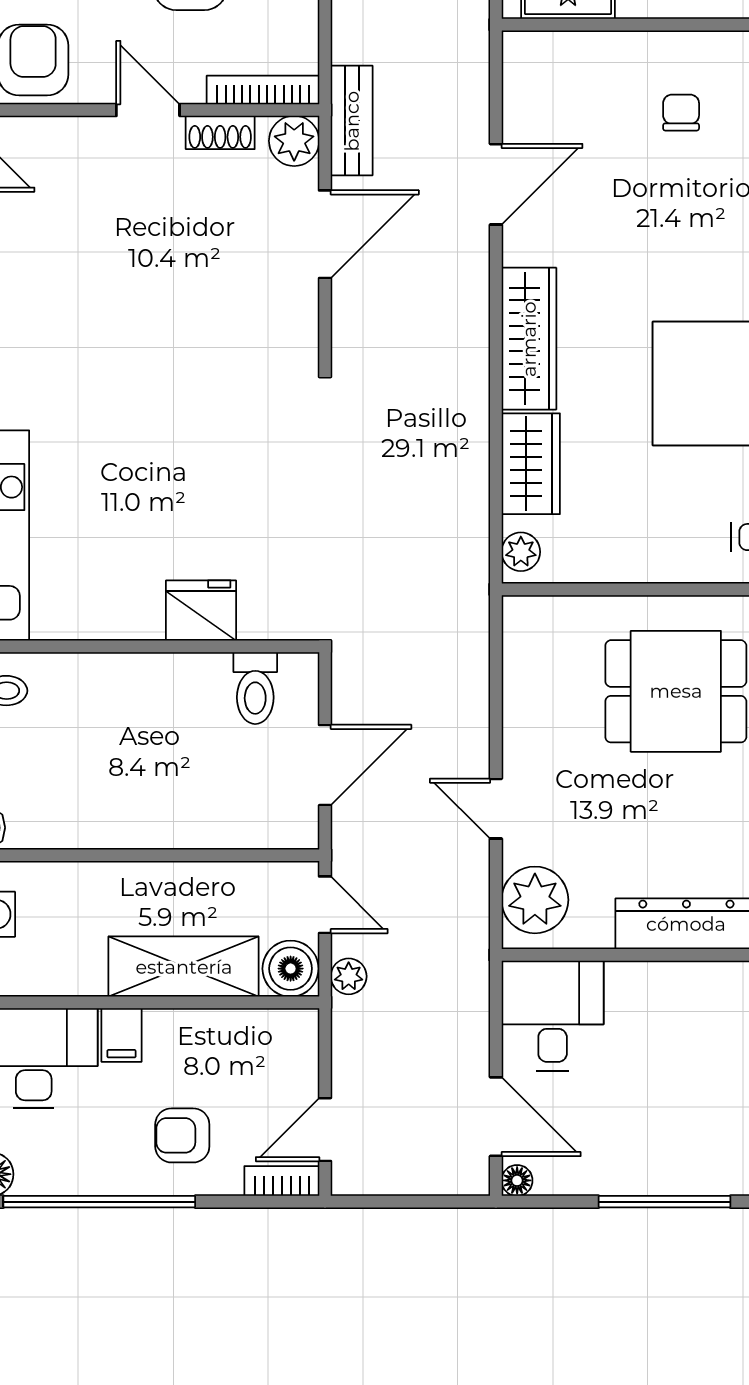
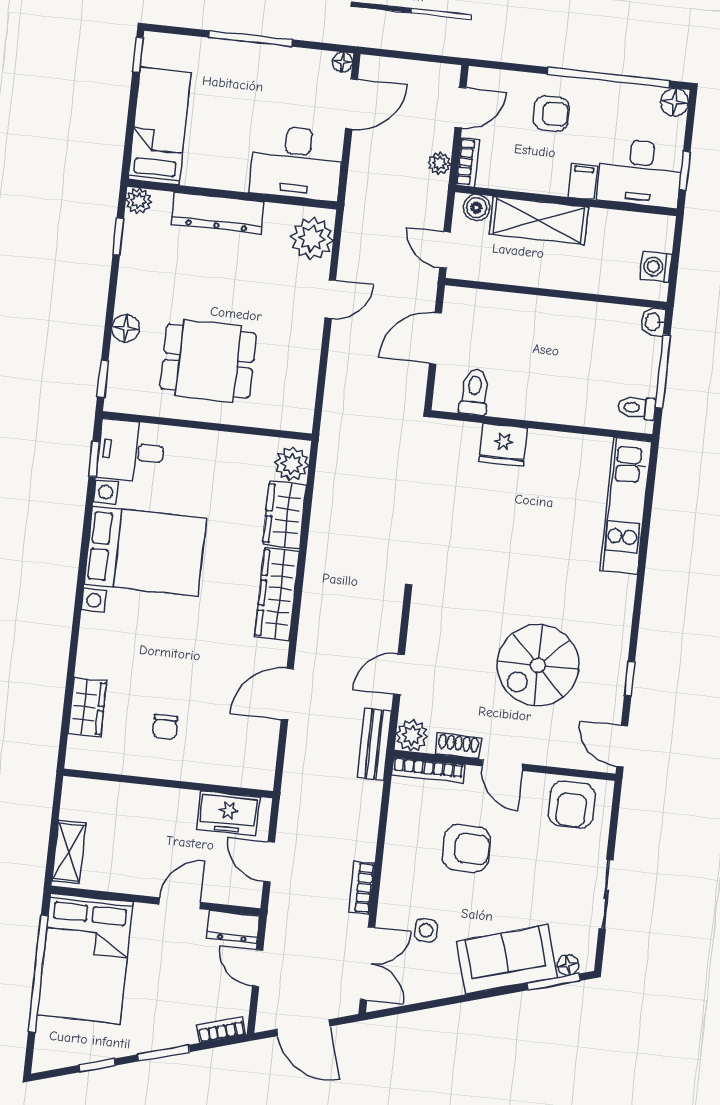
door: (325, 234) -> (399, 674), width x0.73
spiral stairs: (109, 272) -> (538, 665), added
plant: (521, 552) -> (292, 464), width x1.38, depth x1.38
door: (496, 809) -> (330, 299), hinge flipped
boiler: (291, 969) -> (476, 208), width x0.73, depth x0.73
plant: (349, 976) -> (439, 163), moved
desk: (553, 1016) -> (297, 163), width x1.37
door: (496, 1117) -> (351, 104), swing flipped
bookcase: (282, 1181) -> (468, 162), moved, turned -90

